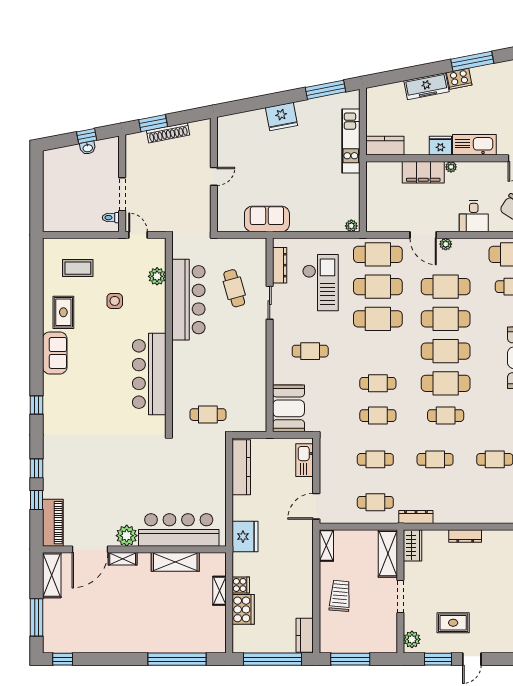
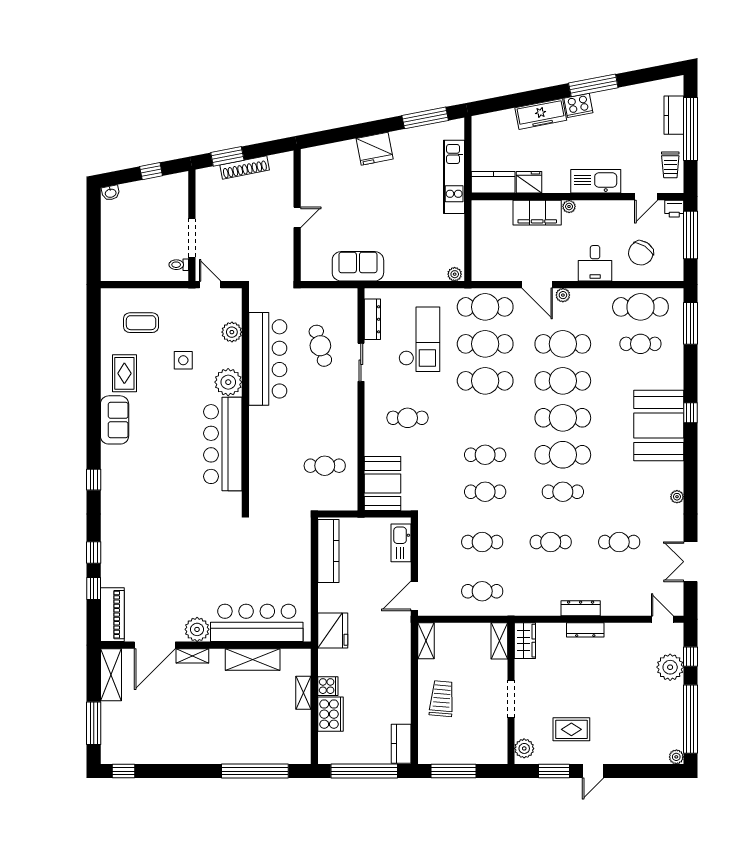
fridge: (440, 146) -> (529, 182), moved
washbasin: (88, 148) -> (111, 193), moved
plant: (154, 320) -> (228, 382), added
cafe table: (208, 415) -> (325, 466), moved
dresser: (416, 517) -> (581, 608), moved
shelving: (388, 554) -> (499, 641), width x0.67, depth x0.75

